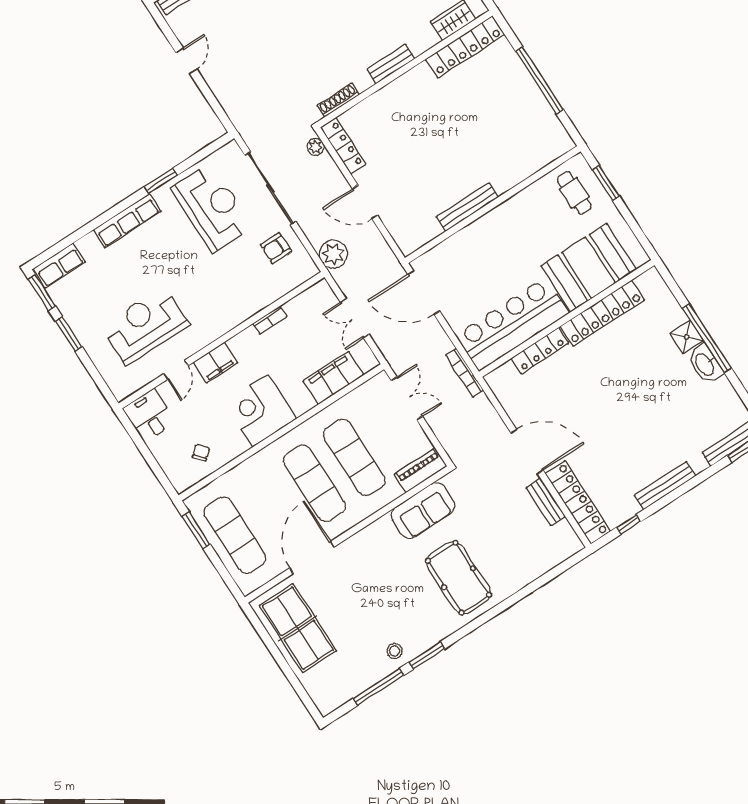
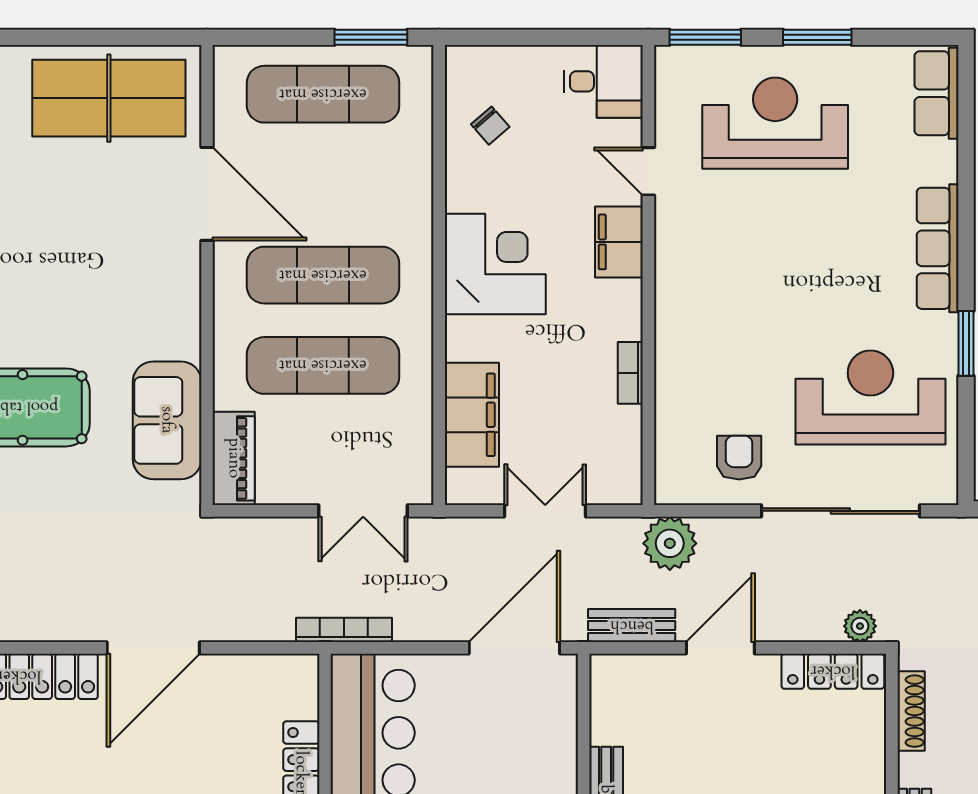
reception desk: (212, 208) -> (870, 398), turned 180
window: (42, 293) -> (705, 37), moved
reception desk: (145, 325) -> (775, 123), moved, turned -90
bench: (546, 502) -> (632, 626), moved

